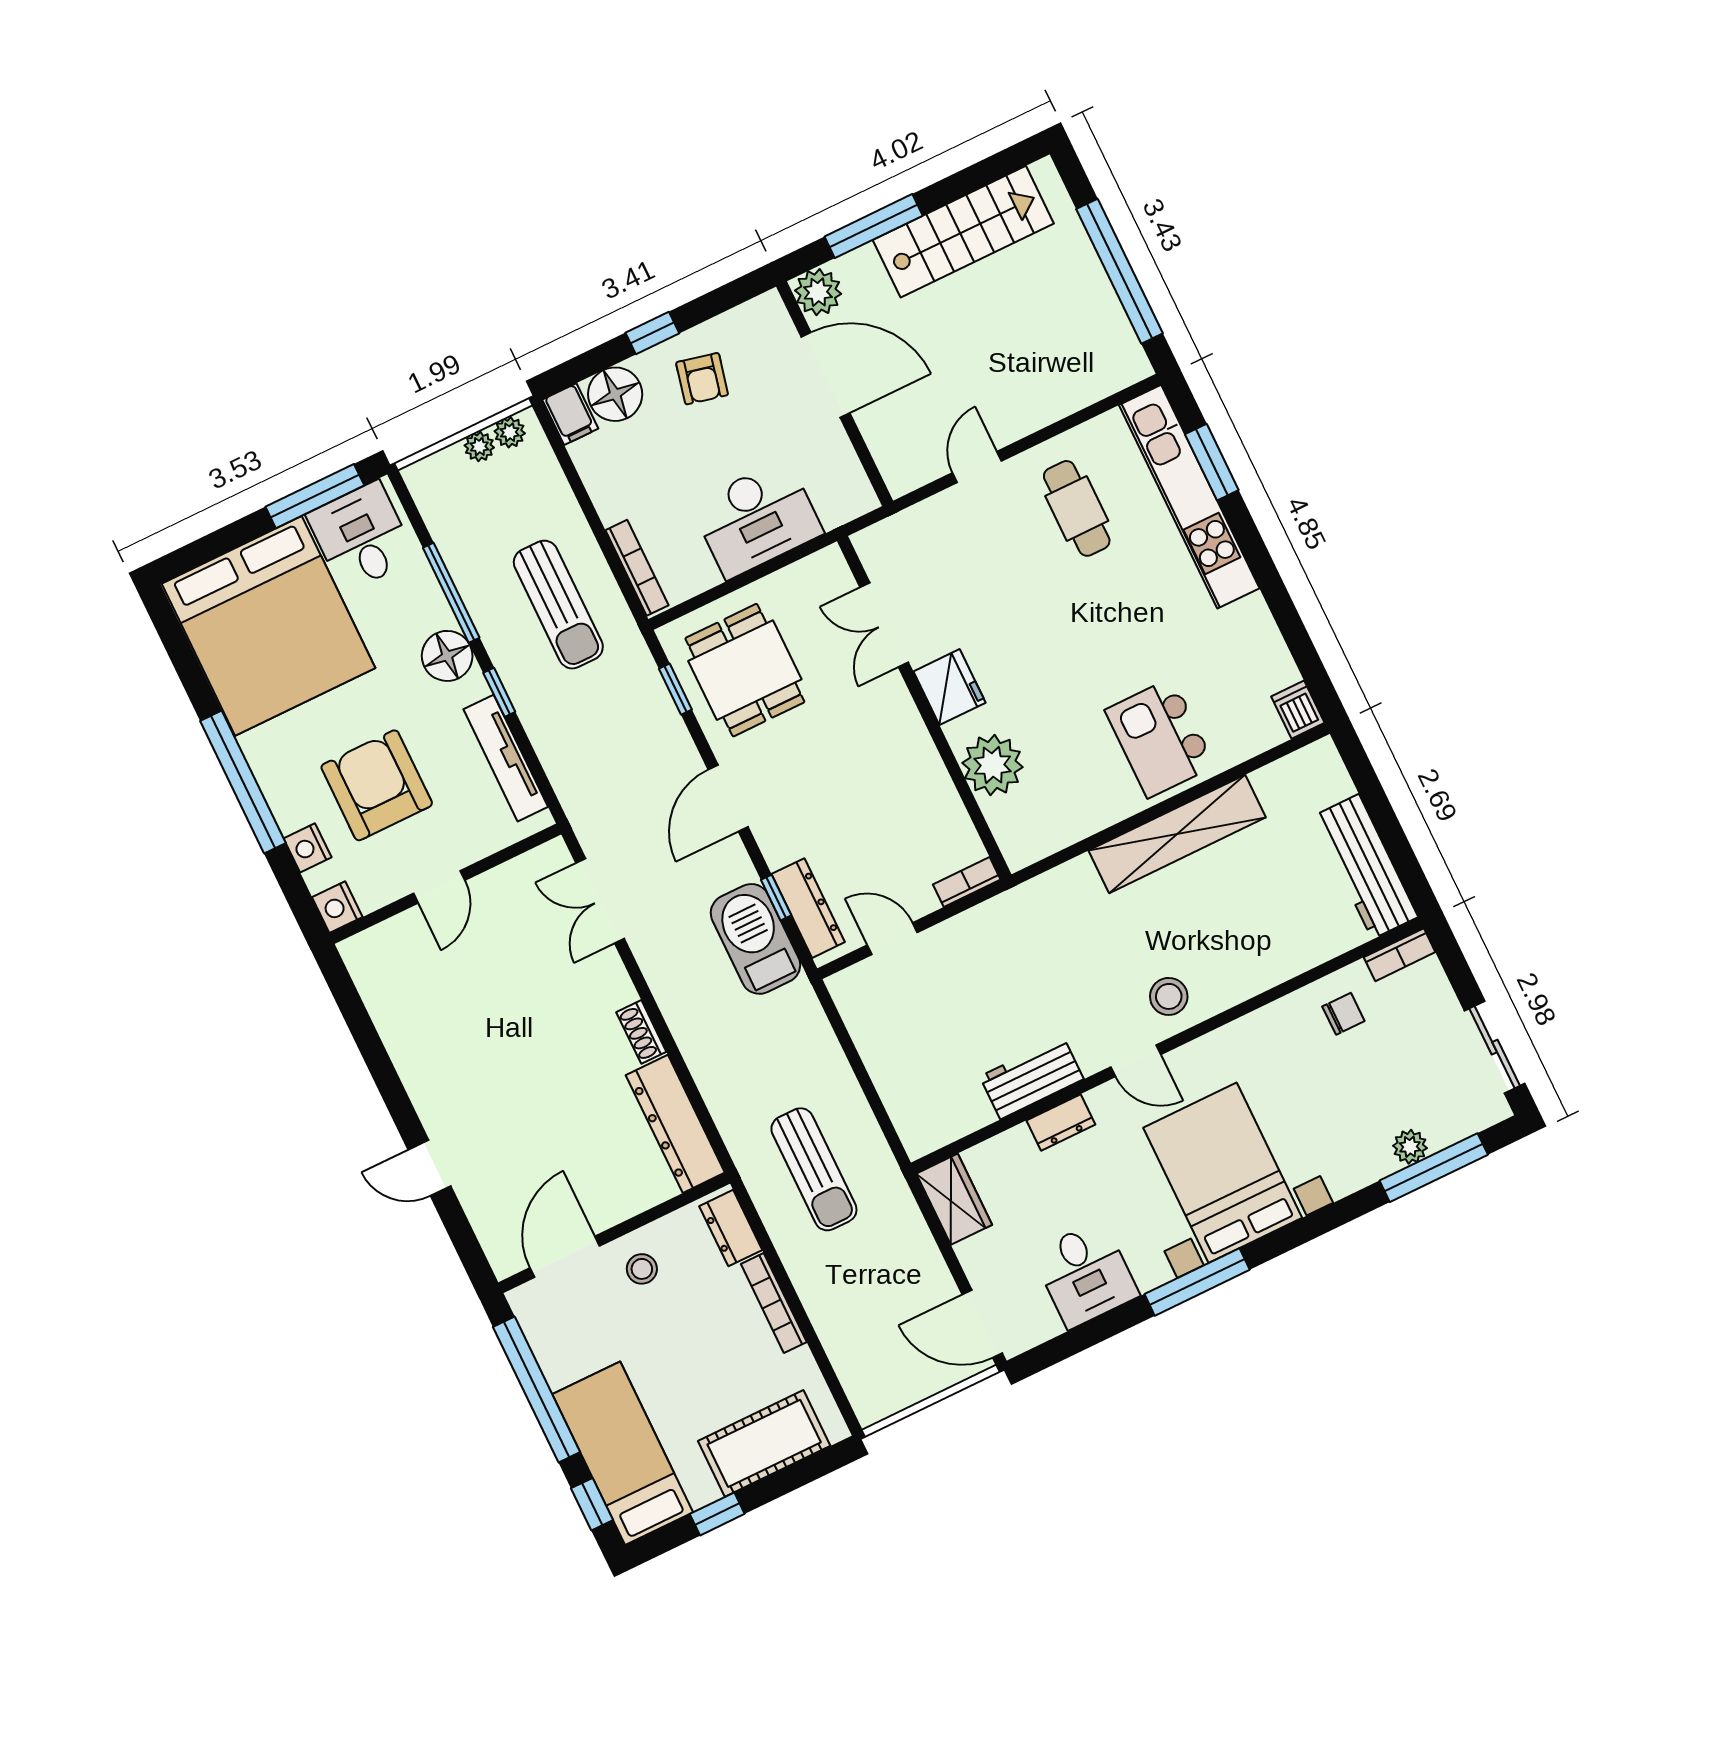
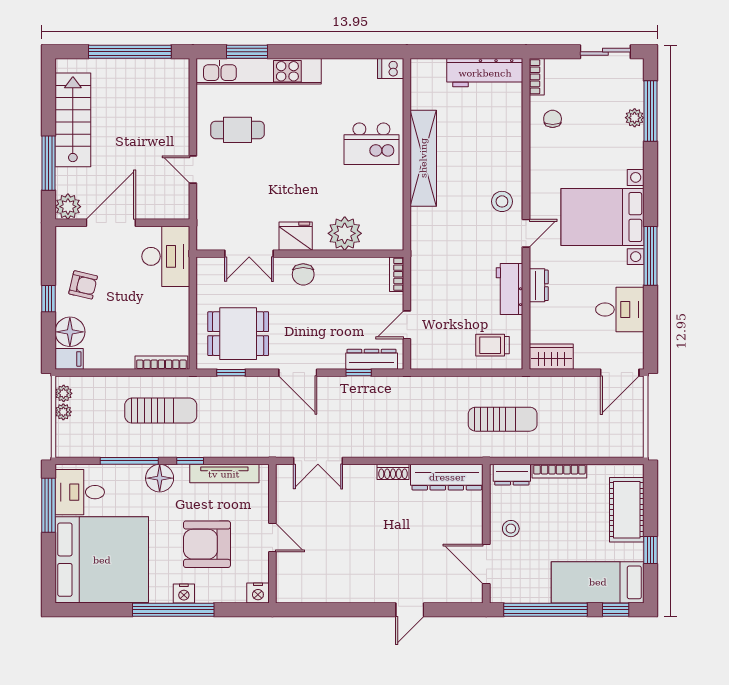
desk: (757, 519) -> (166, 256), moved
chair: (893, 730) -> (303, 274), added
nightstand: (308, 848) -> (184, 594), moved
barbecue: (755, 939) -> (374, 393), removed
trolley: (927, 1094) -> (492, 345), added

